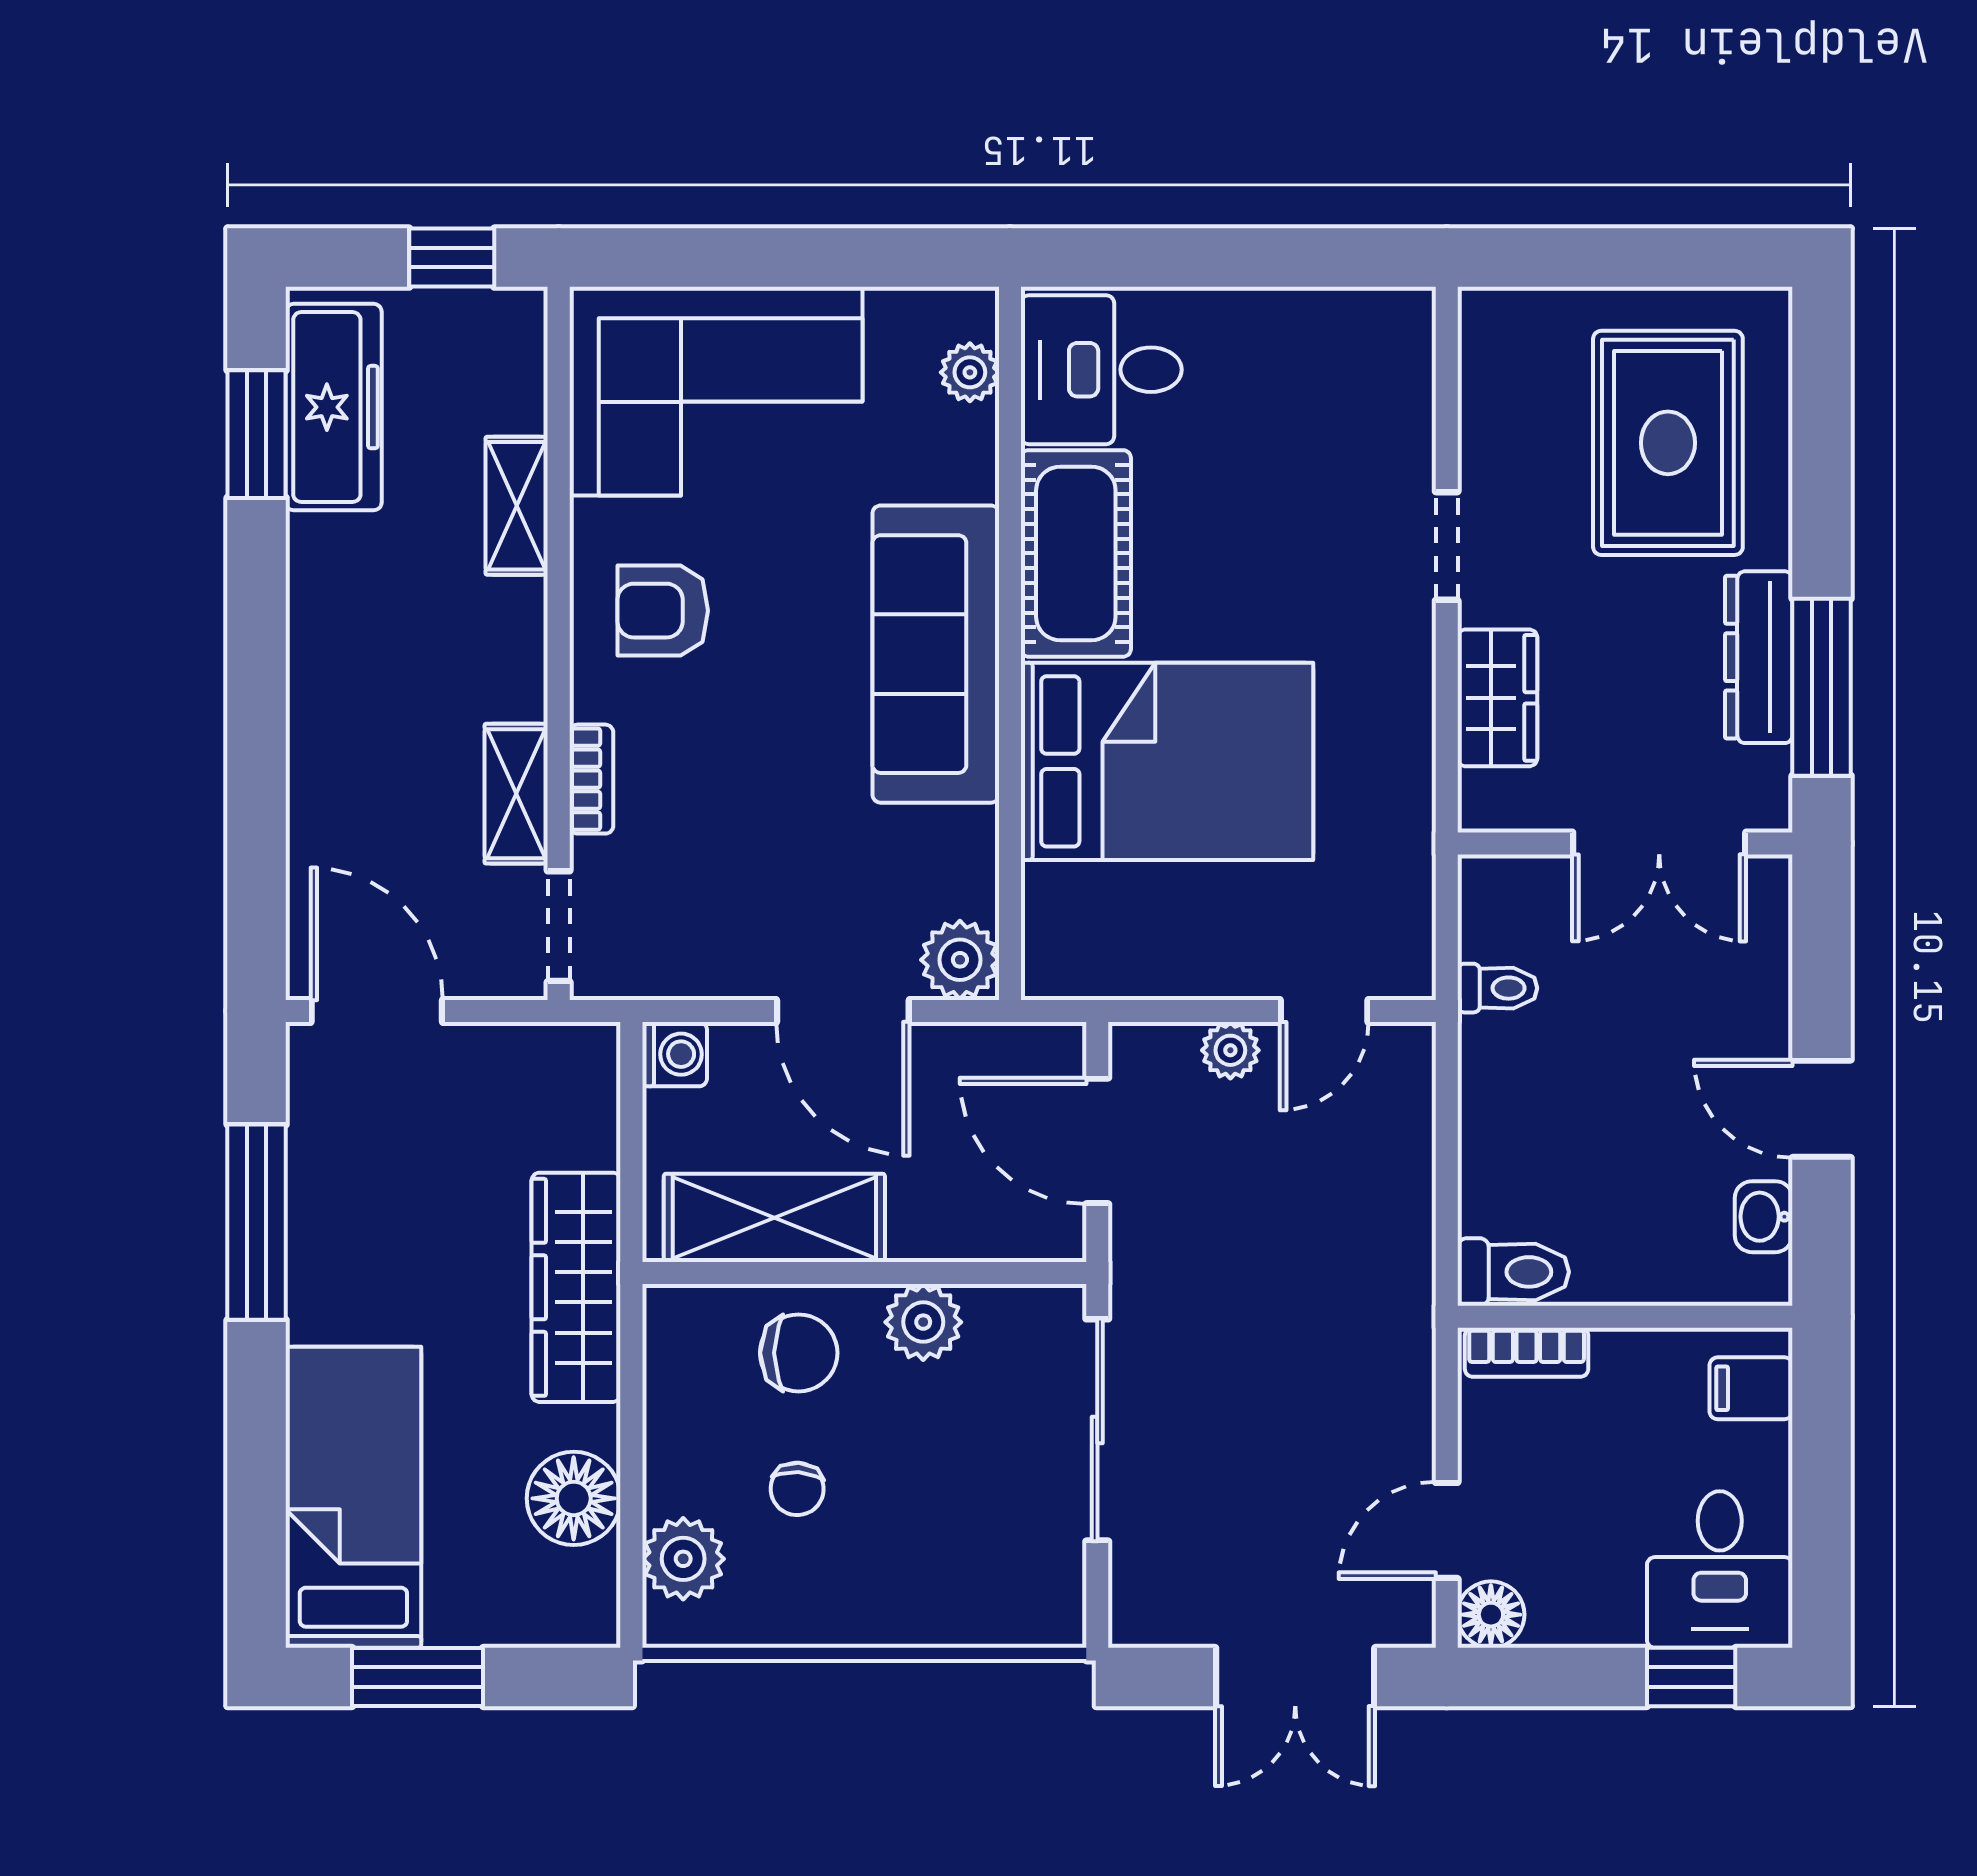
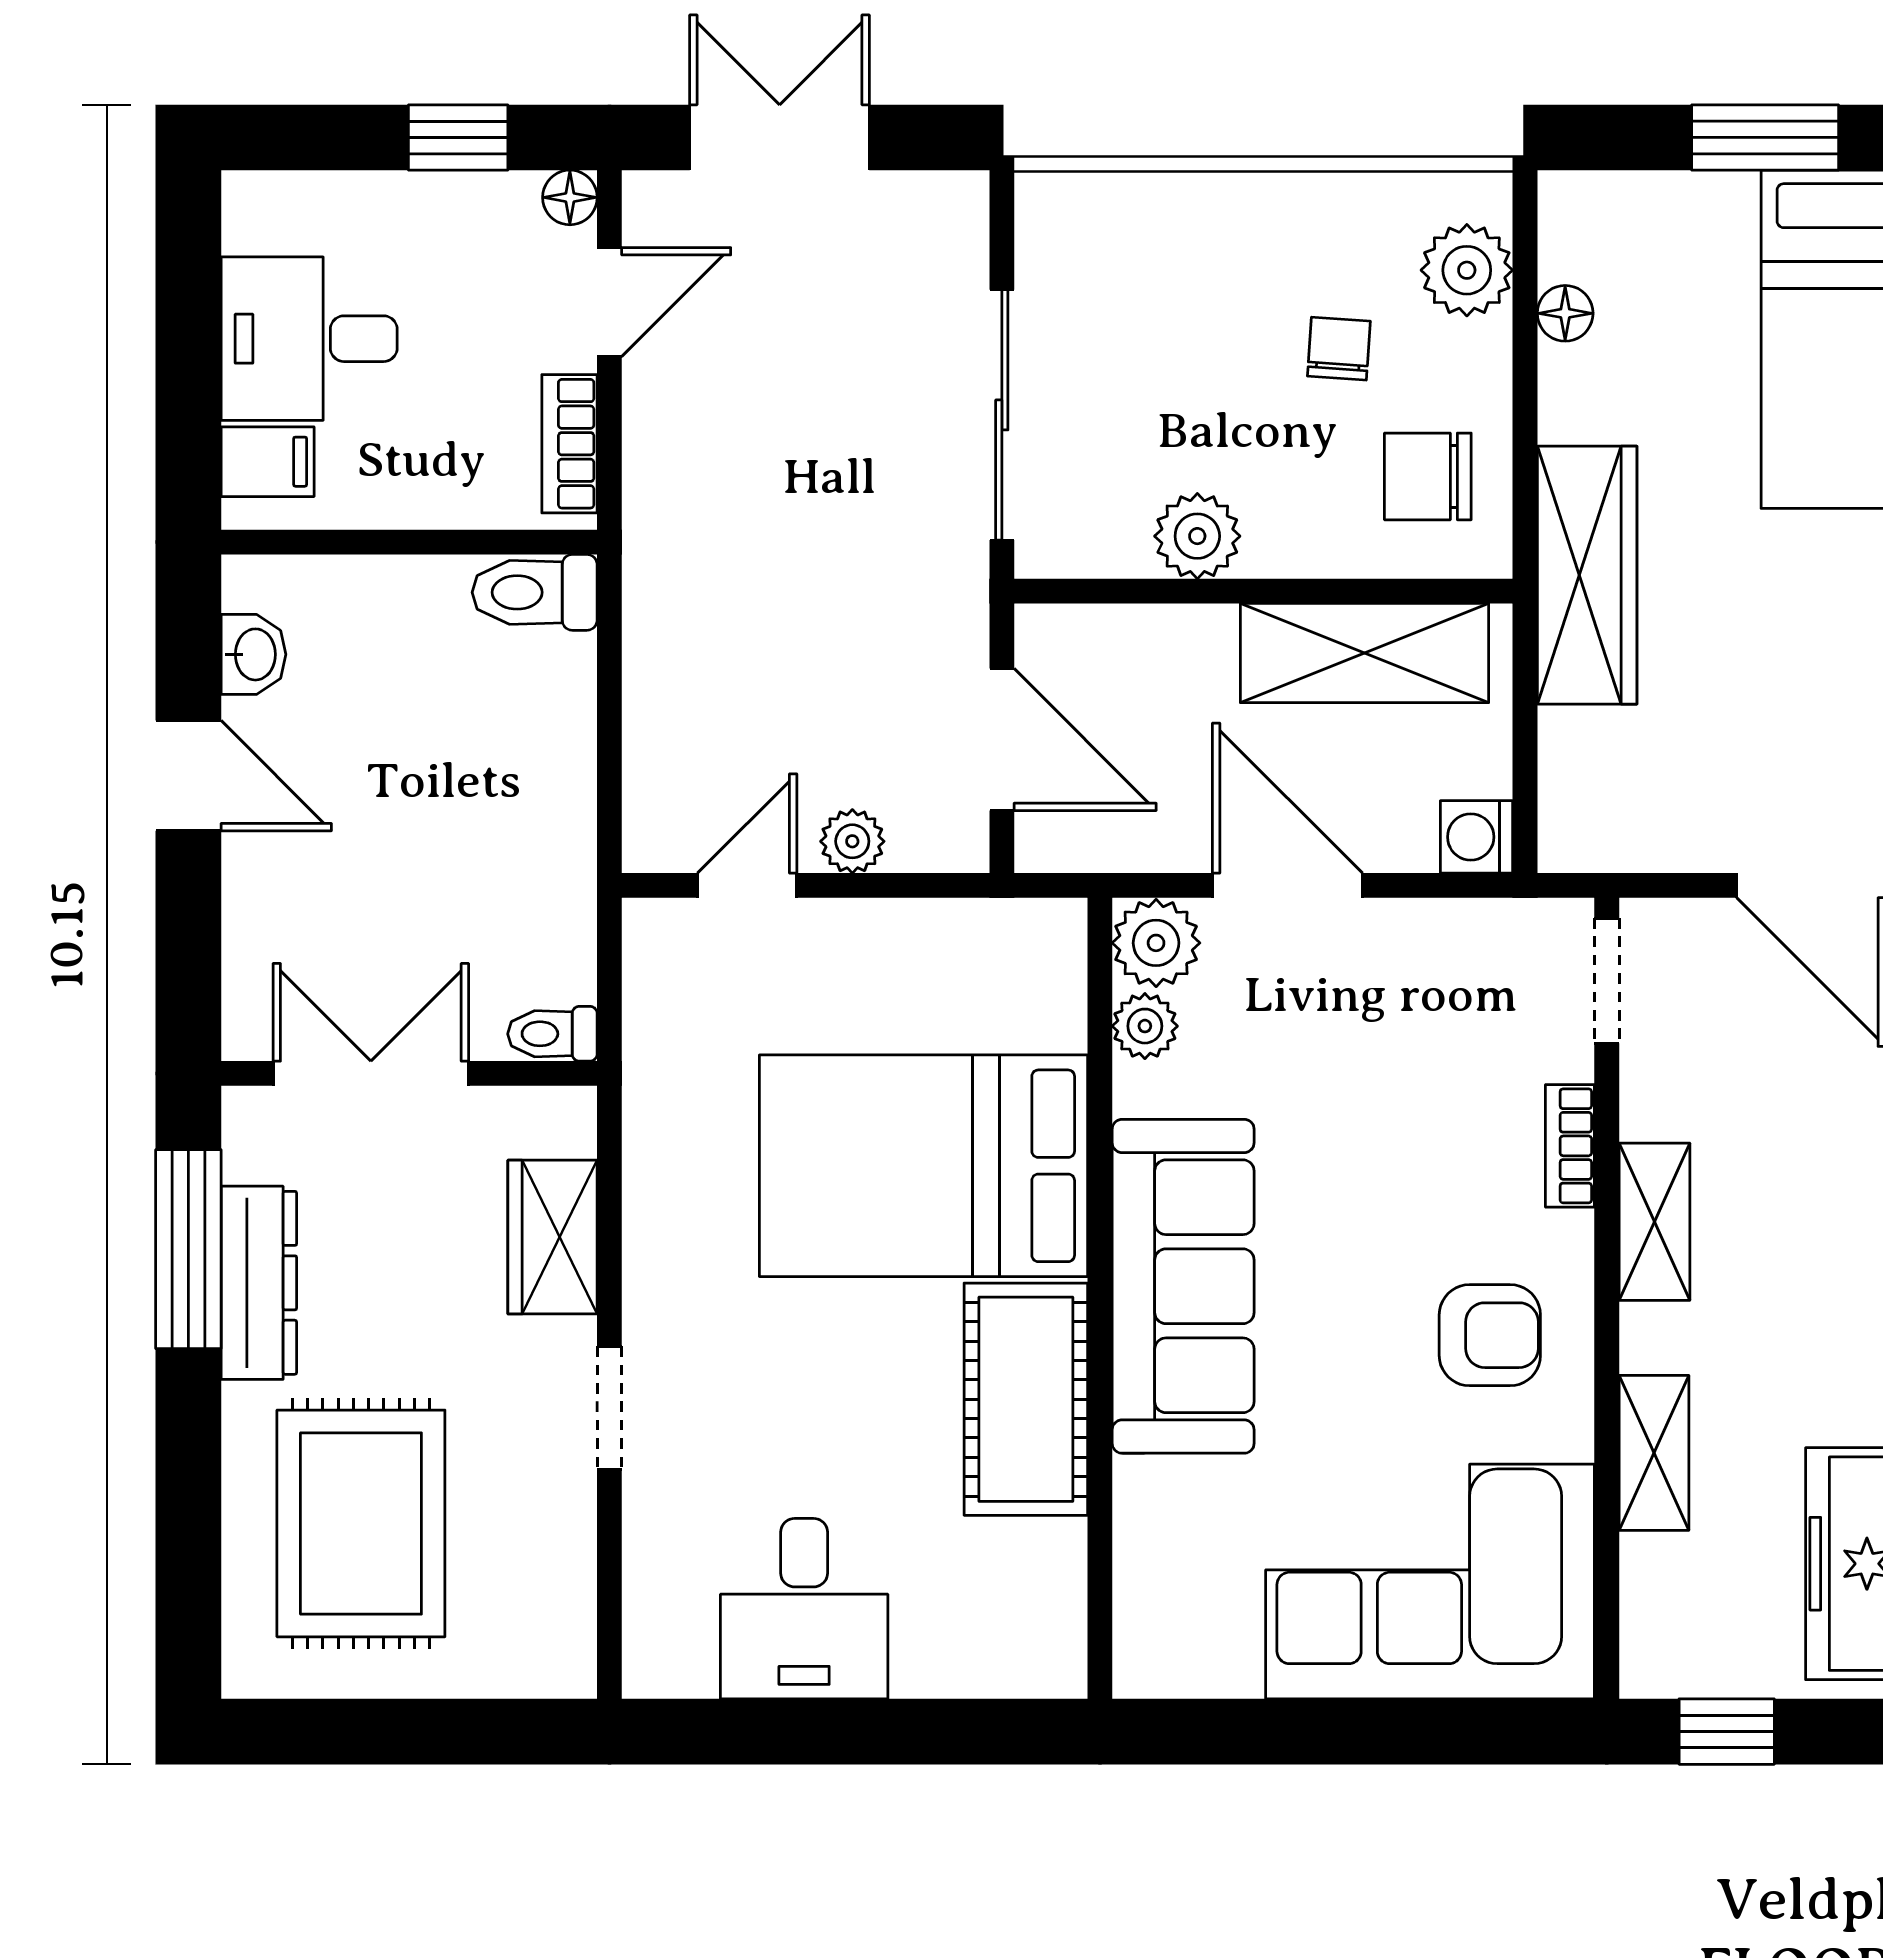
desk: (1101, 370) -> (804, 1609), moved, turned 90
plant: (970, 372) -> (1145, 1026), moved
shelving: (516, 794) -> (1654, 1222), moved
toilet: (1497, 988) -> (552, 1034), moved
bookcase: (1527, 1352) -> (569, 444), moved, turned -90
chair: (799, 1353) -> (1428, 476), moved
floor lamp: (574, 1498) -> (1565, 313), width x0.53, depth x0.53
desk: (1720, 1569) -> (309, 339), moved, turned -90
floor lamp: (1491, 1615) -> (570, 197), width x0.73, depth x0.73
window: (1691, 1677) -> (458, 137), moved

